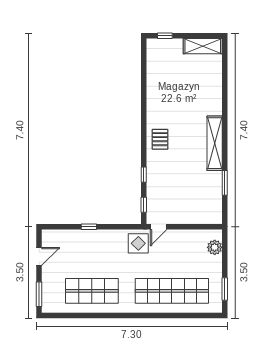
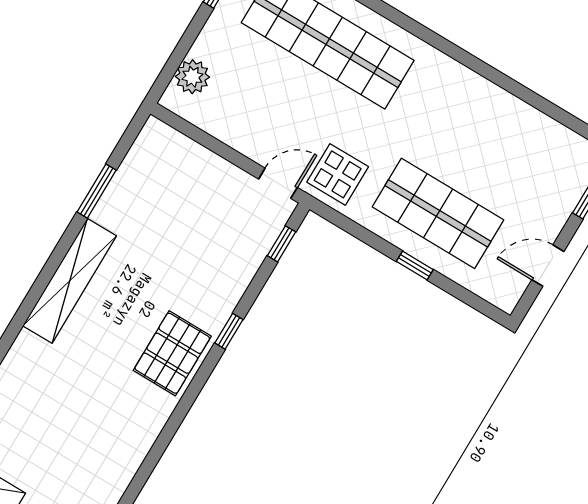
pallet: (160, 139) -> (172, 353), width x1.50, depth x1.42
window: (144, 175) -> (229, 331), moved
shop shelf: (92, 291) -> (438, 213), moved

